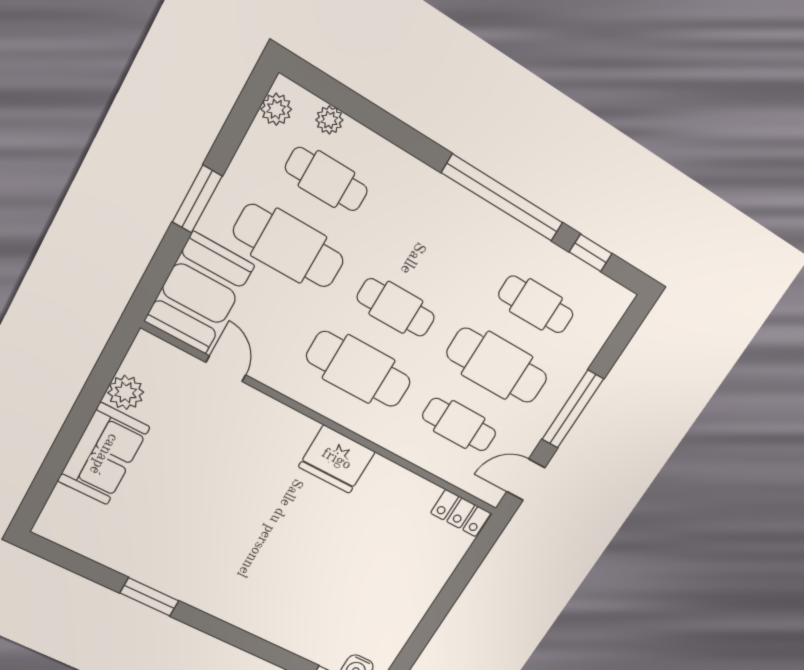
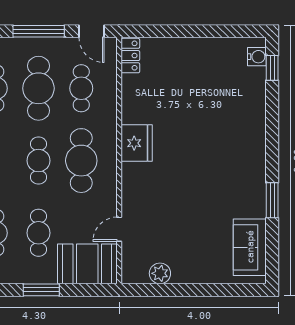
cafe table: (289, 246) -> (38, 233), width x0.73, depth x0.74
sofa: (104, 454) -> (250, 247), moved, turned -90

